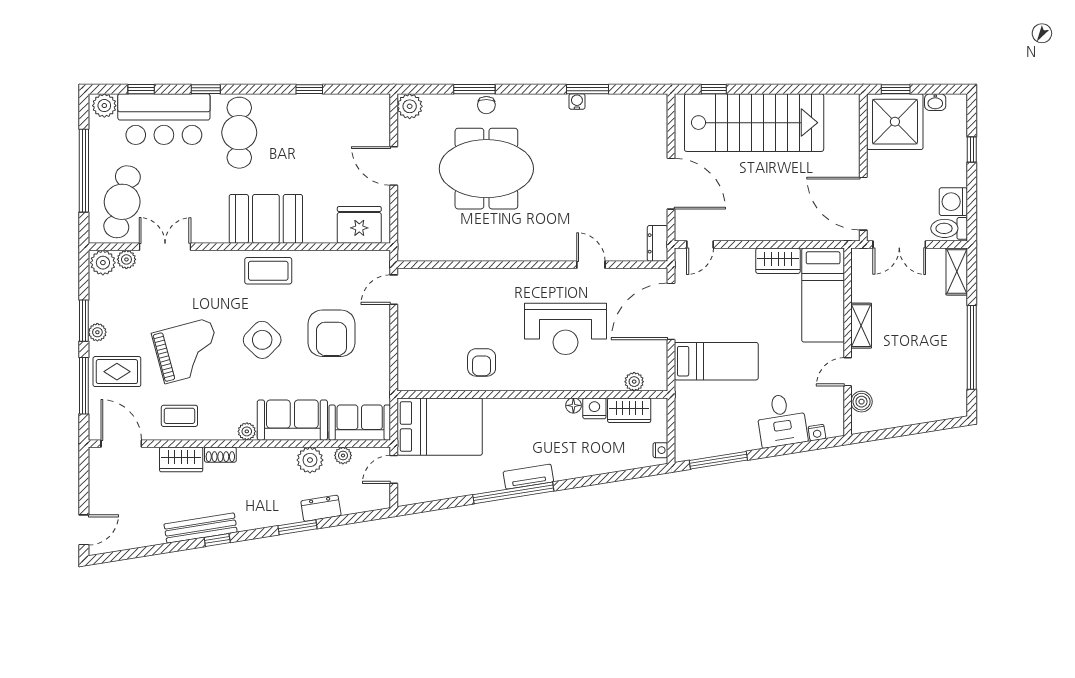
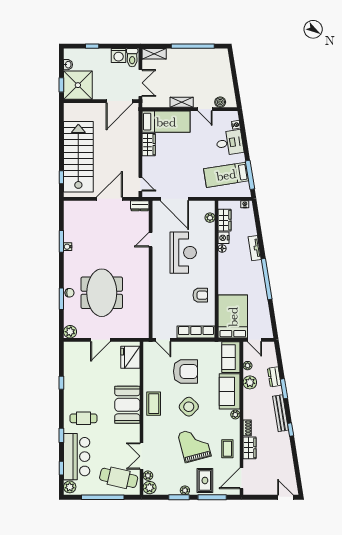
cafe table: (239, 133) -> (83, 418), width x0.73, depth x0.74
row of seats: (409, 354) -> (196, 332), added
bed: (716, 361) -> (226, 175), moved, turned -99
tv unit: (528, 477) -> (255, 248), moved
bench: (201, 528) -> (280, 413), moved

